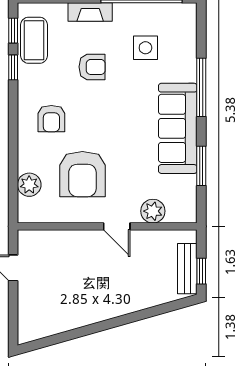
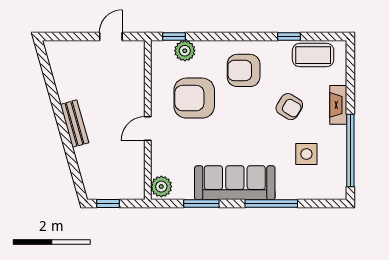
window: (13, 31) -> (174, 36), moved
armchair: (92, 67) -> (289, 107), turned -59
armchair: (51, 119) -> (244, 70), width x1.38, depth x1.38
plant: (153, 211) -> (161, 187), moved
bench: (187, 269) -> (75, 124), moved, turned 74

